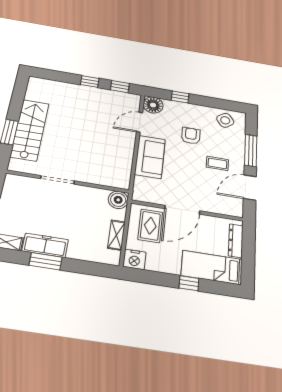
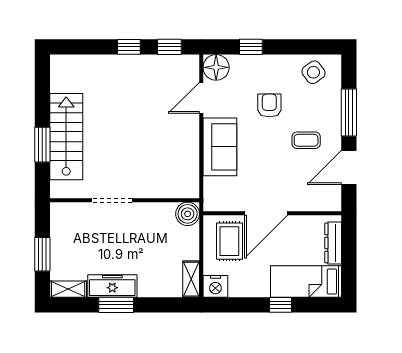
shelving: (116, 235) -> (191, 279), moved

